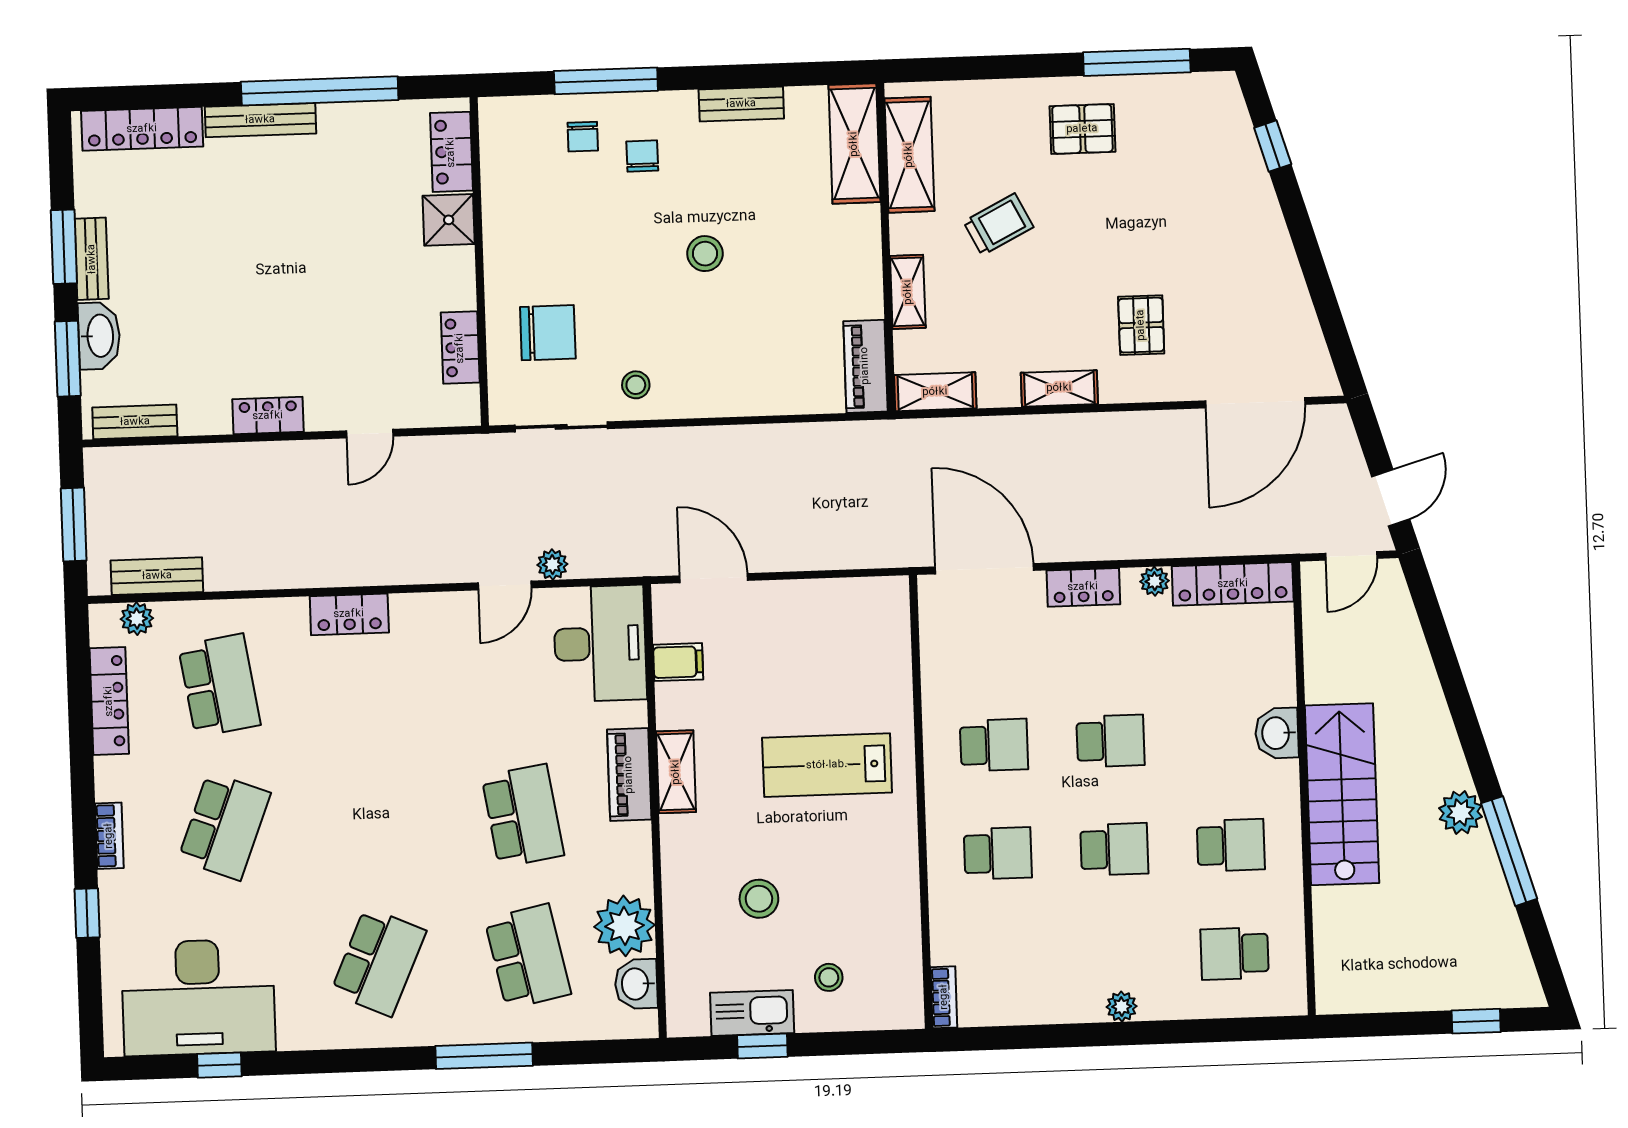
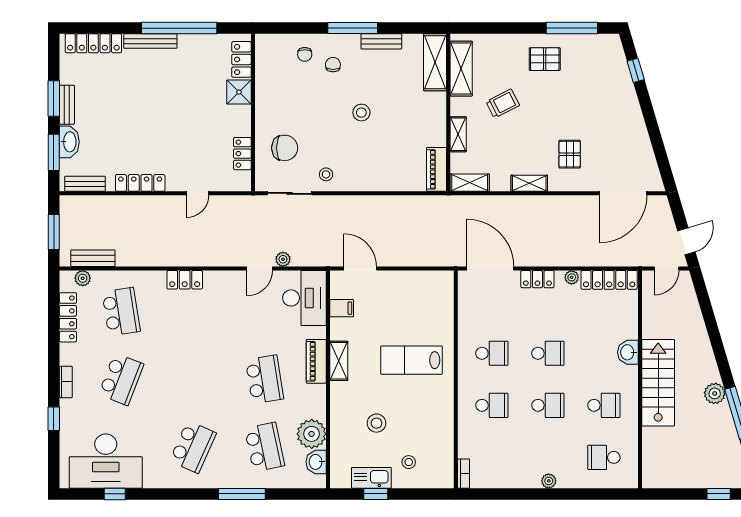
window: (606, 81) -> (353, 28), moved
locker: (268, 416) -> (140, 183), width x1.53

